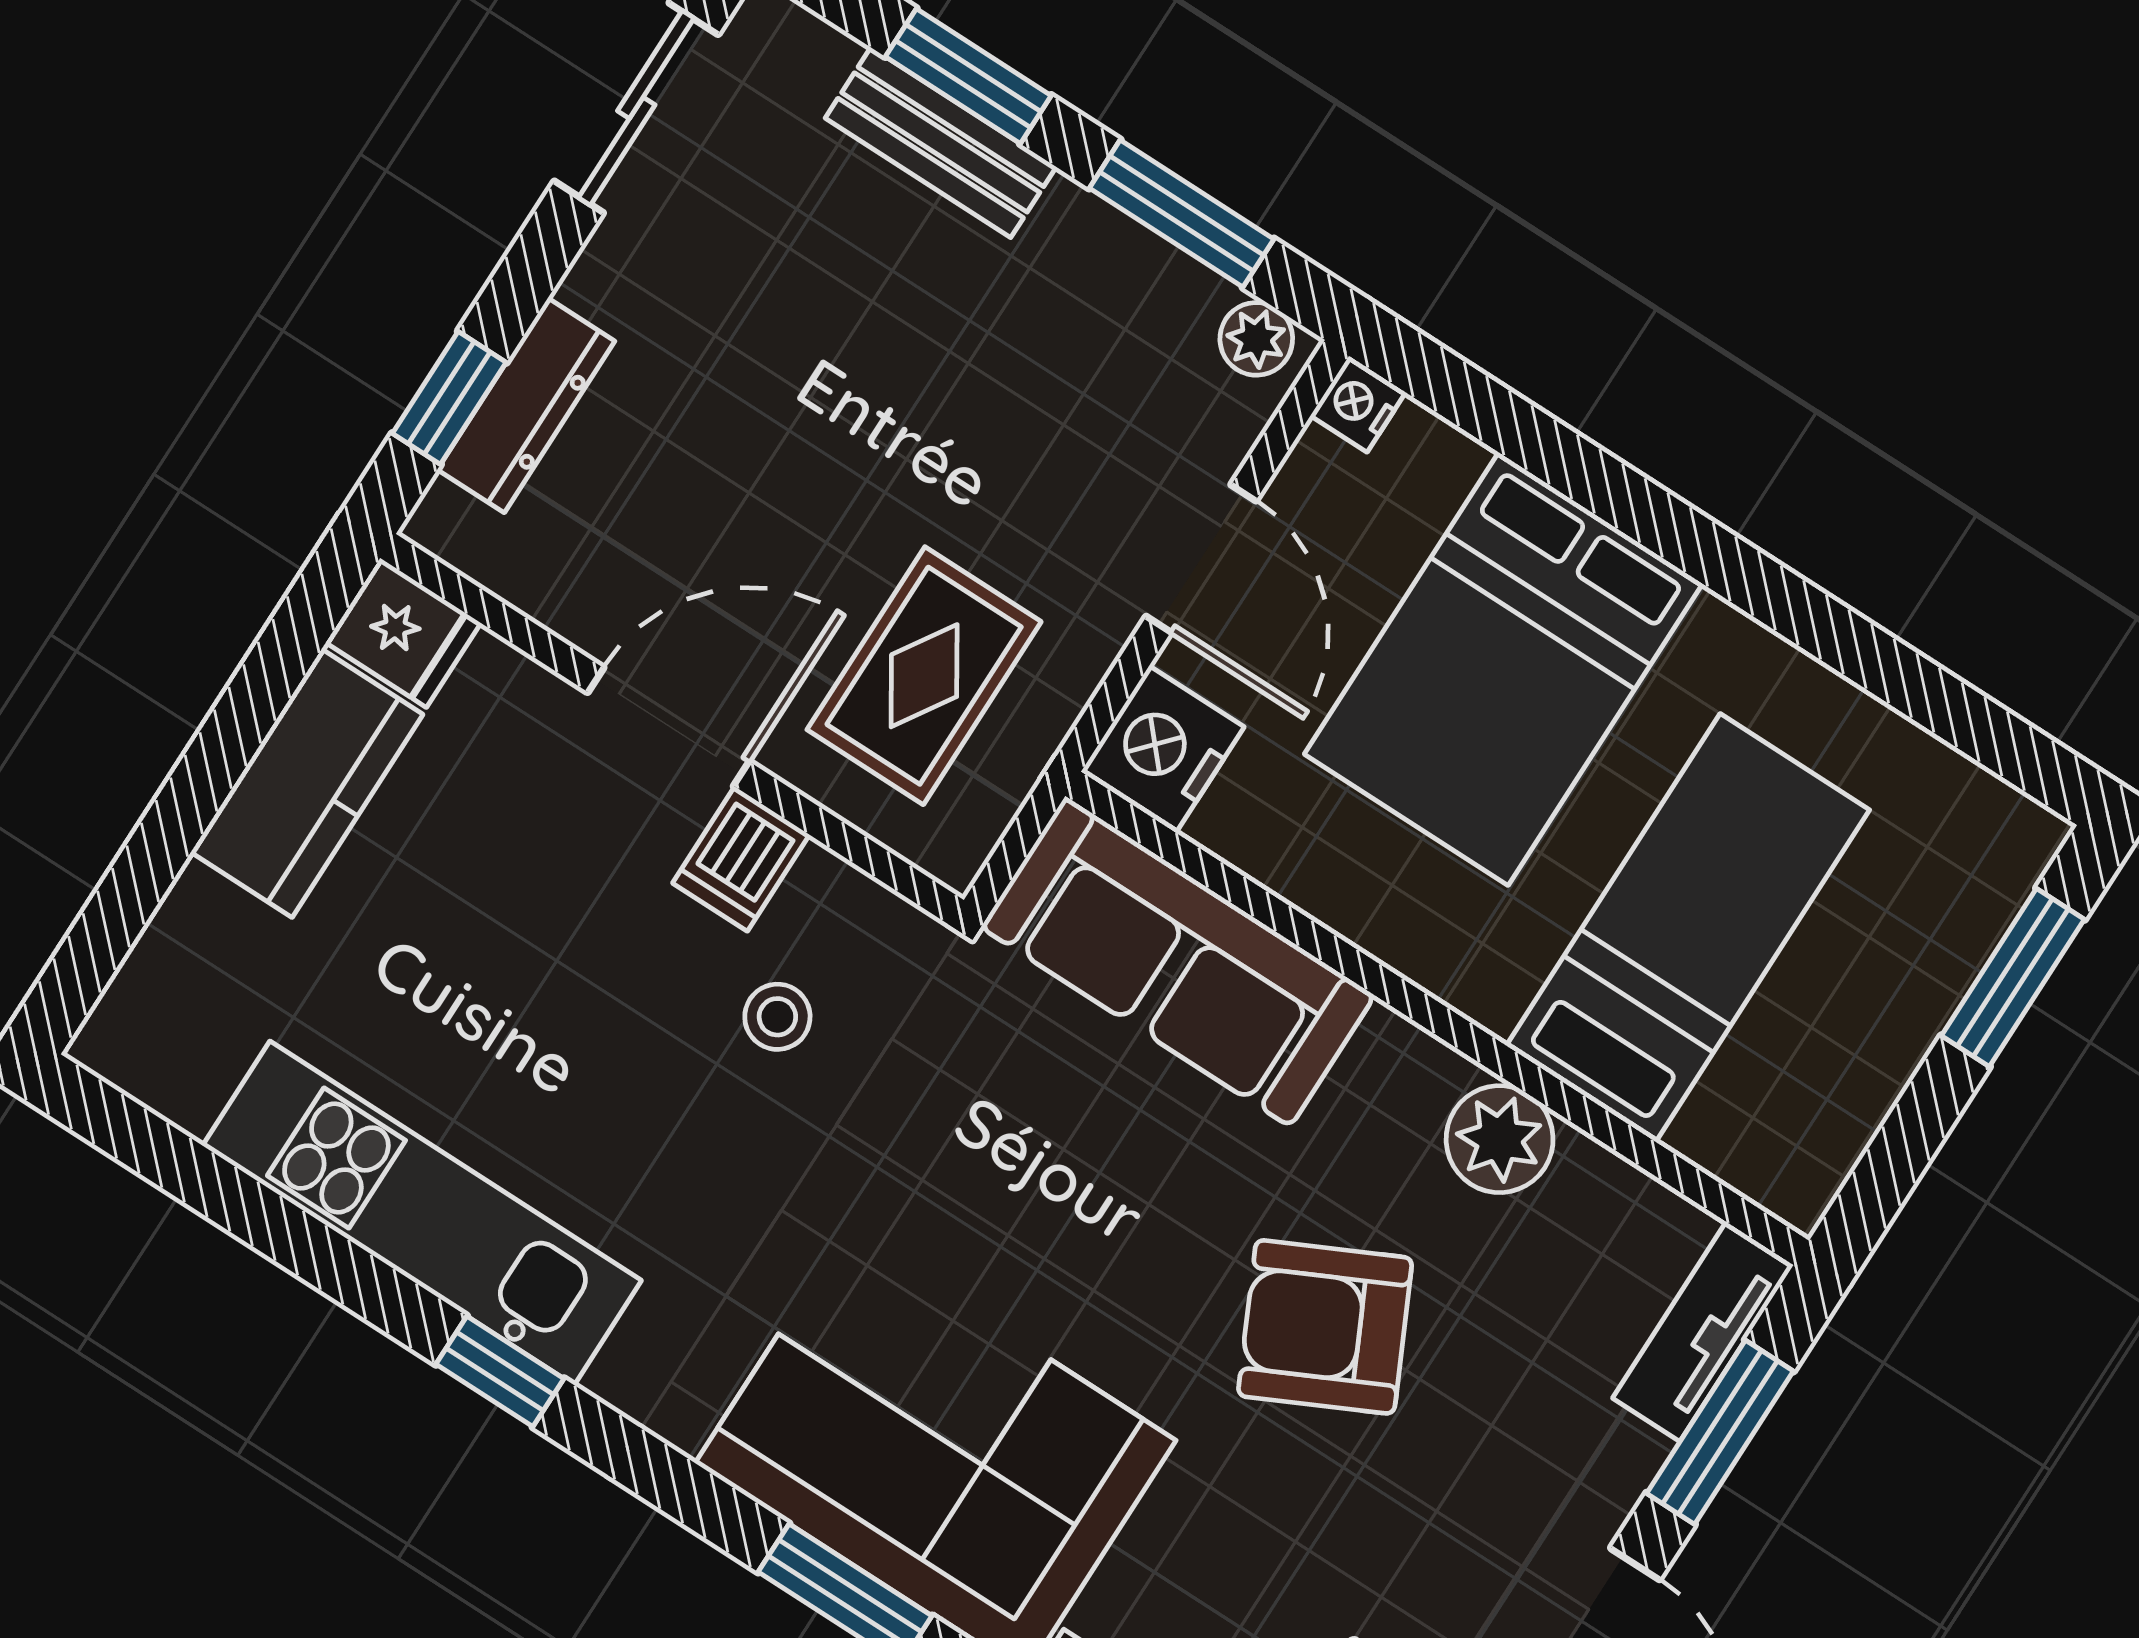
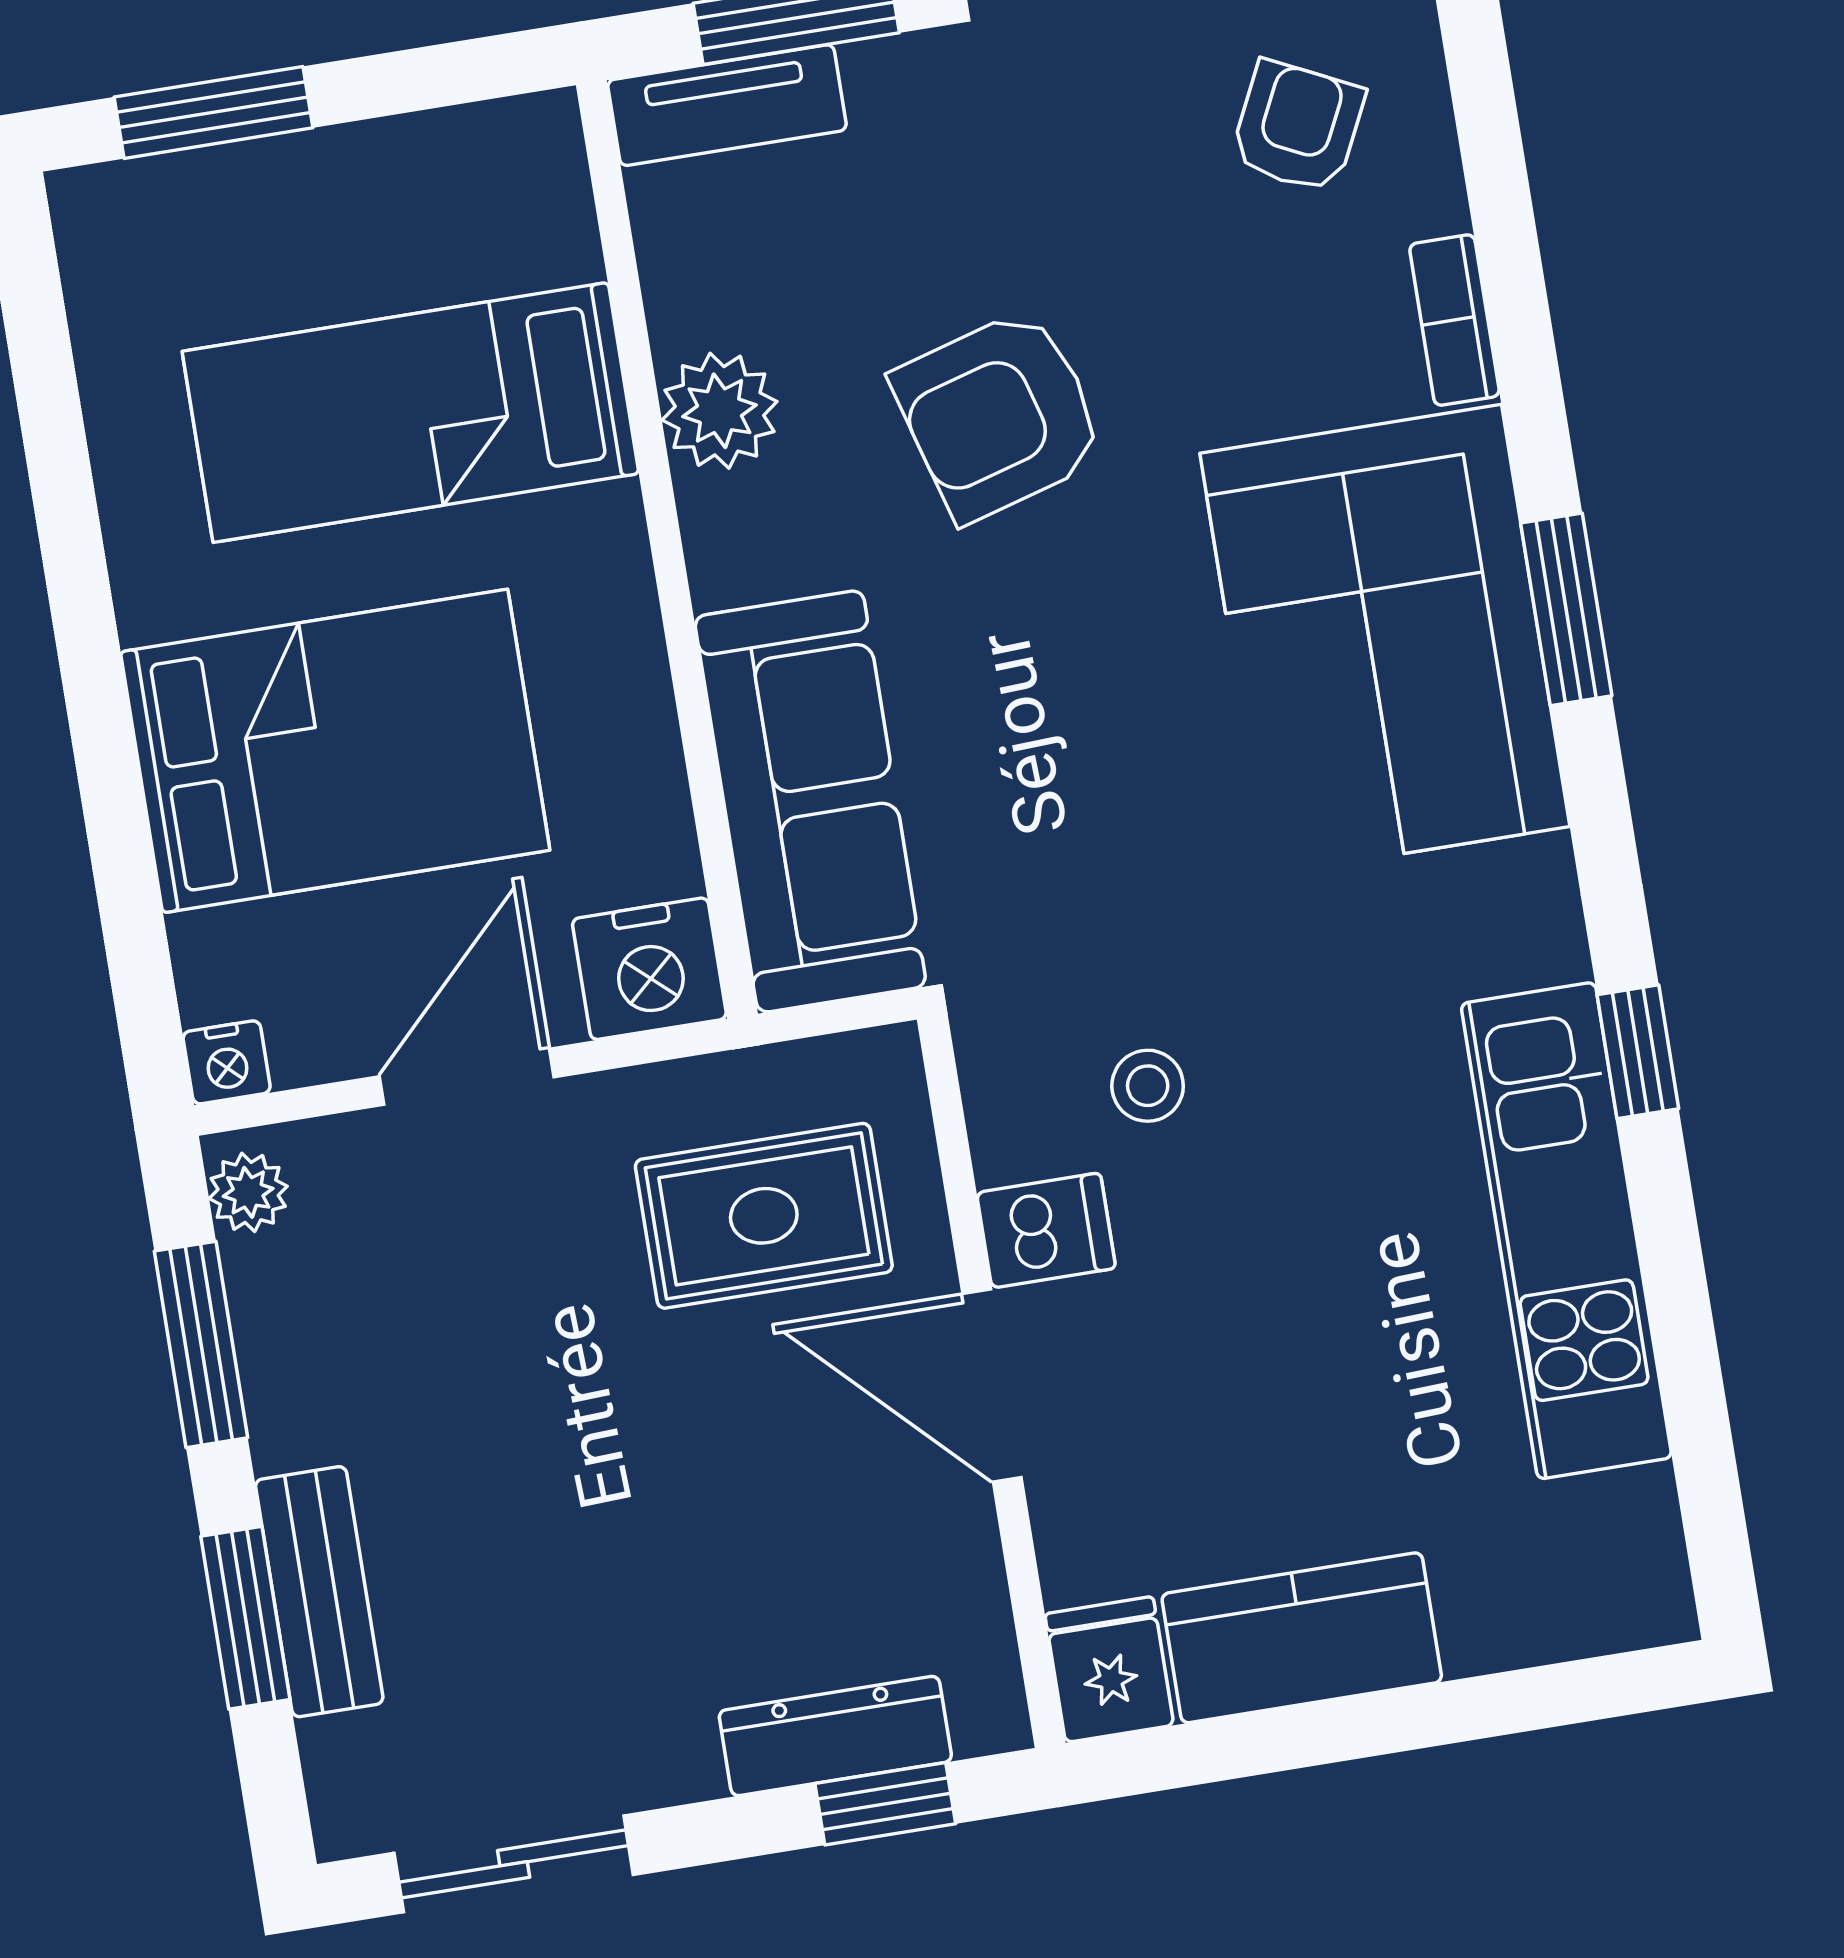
armchair: (1325, 1327) -> (999, 415), turned 100

